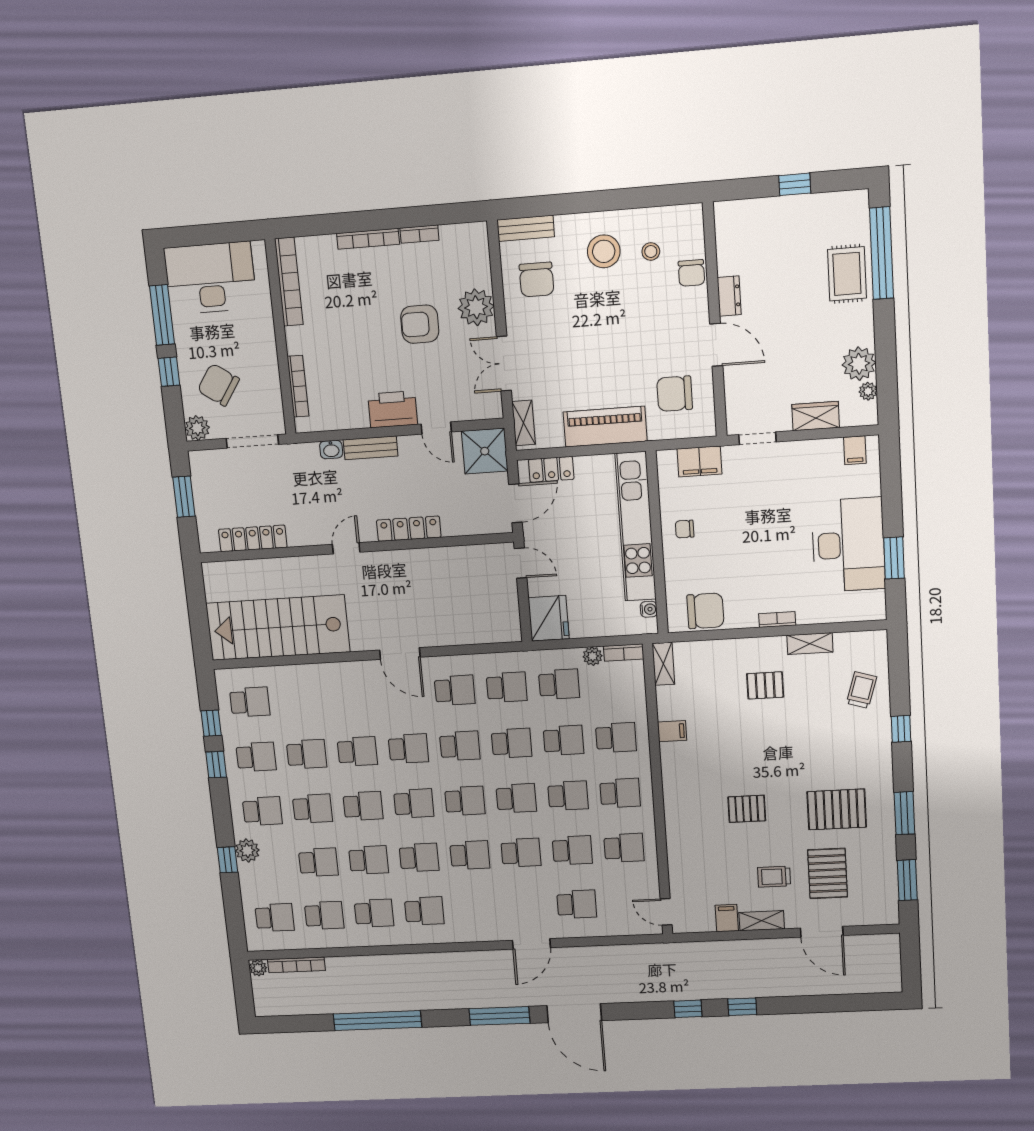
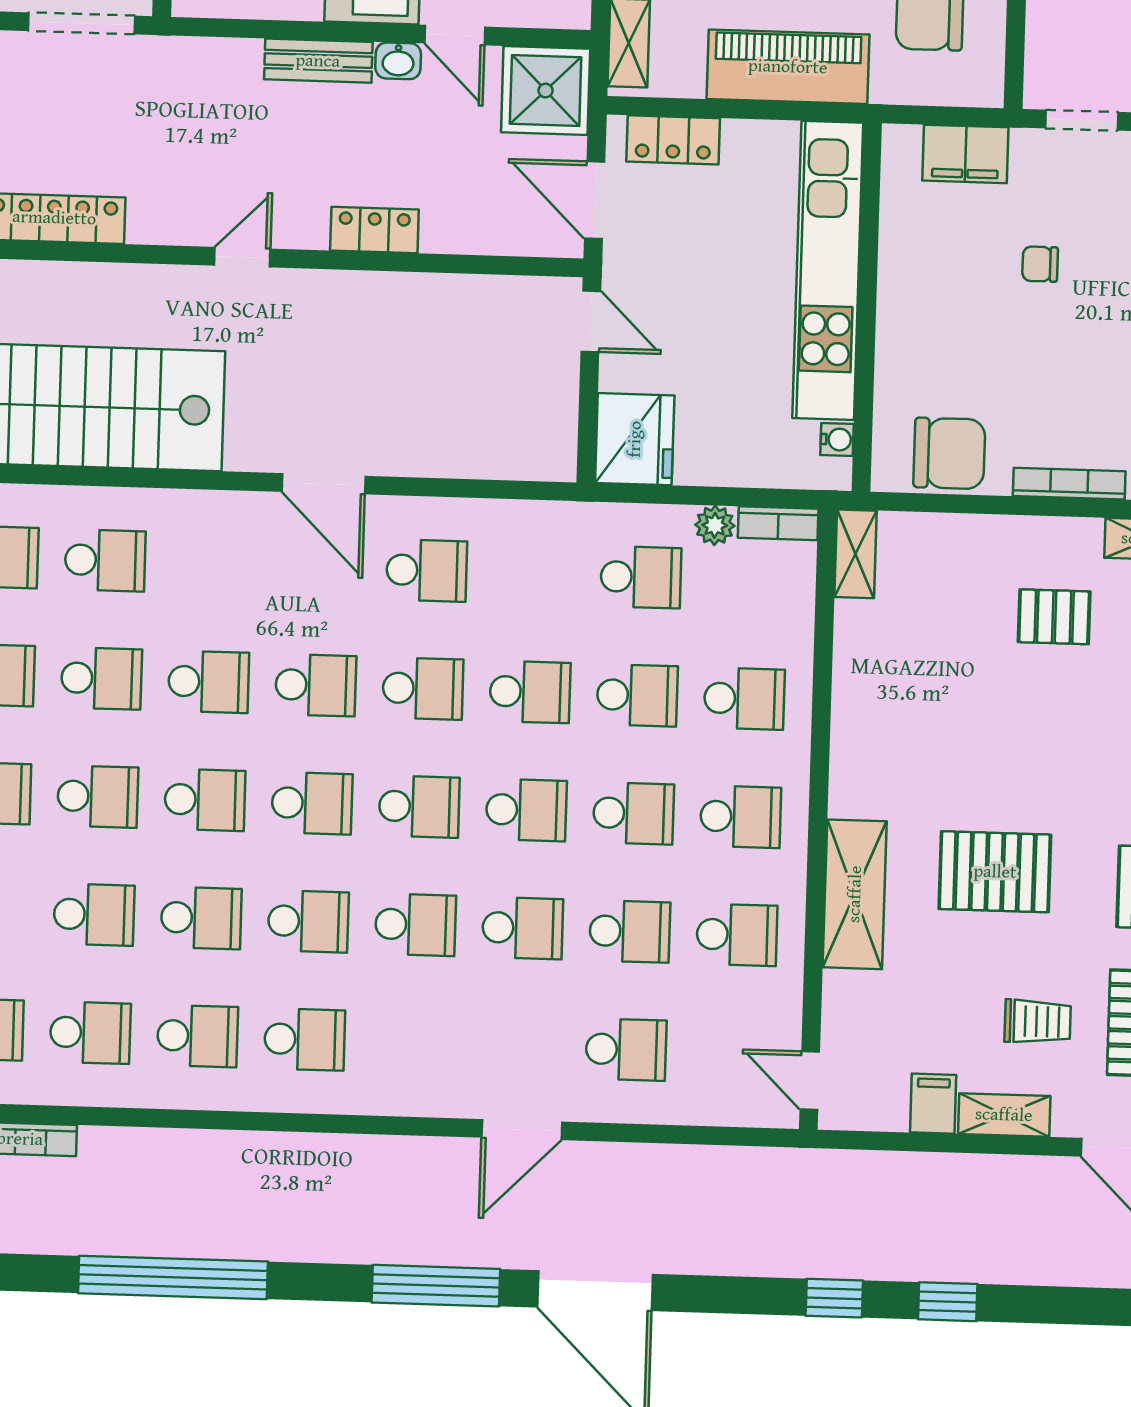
washbasin: (331, 449) -> (398, 61), moved
door: (515, 503) -> (595, 200), swing flipped
locker: (409, 529) -> (374, 230), width x0.66
chair: (685, 529) -> (1040, 264), moved
bookcase: (777, 620) -> (1069, 484), width x1.56
school desk: (507, 687) -> (105, 560), moved
filing cabinet: (672, 731) -> (859, 695), removed
pallet: (747, 809) -> (995, 872), width x1.50, depth x1.42
shelving: (679, 825) -> (855, 894), added
trolley: (774, 877) -> (1038, 1021), turned 180

